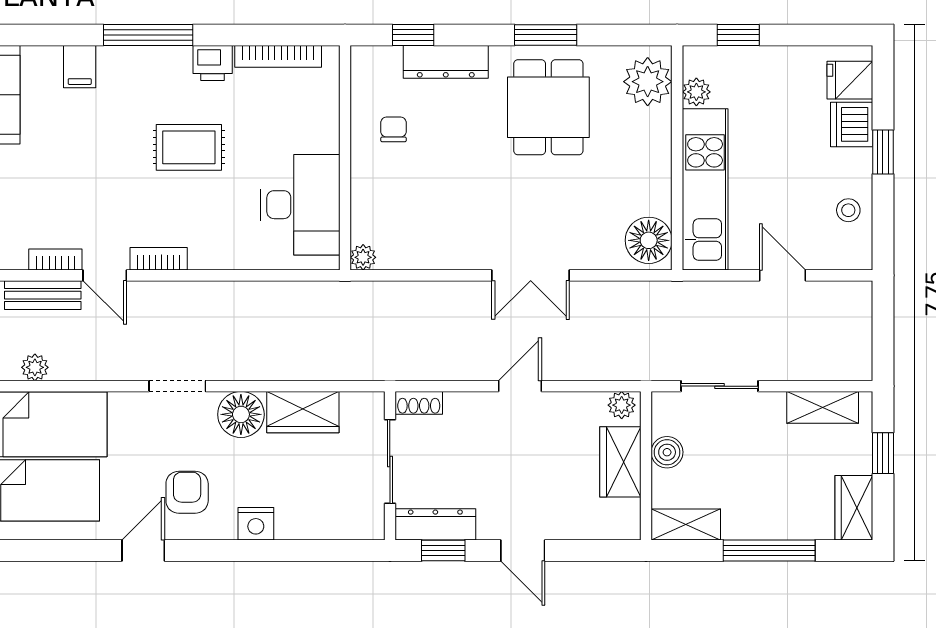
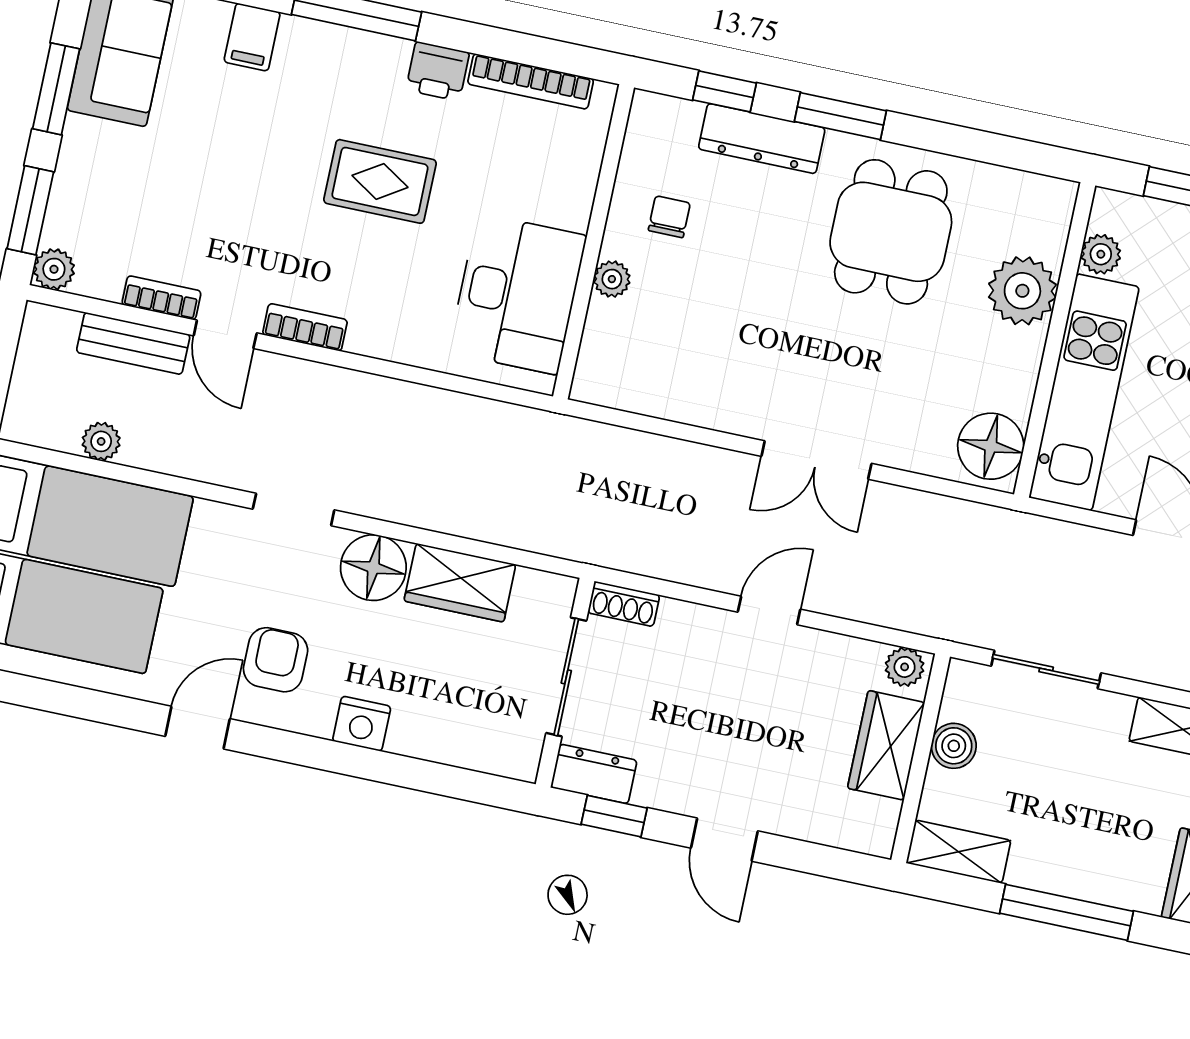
window: (546, 35) -> (840, 116), moved
plant: (648, 82) -> (1022, 291), moved
plant: (363, 257) -> (612, 279), moved
dresser: (435, 524) -> (594, 774), width x0.70

